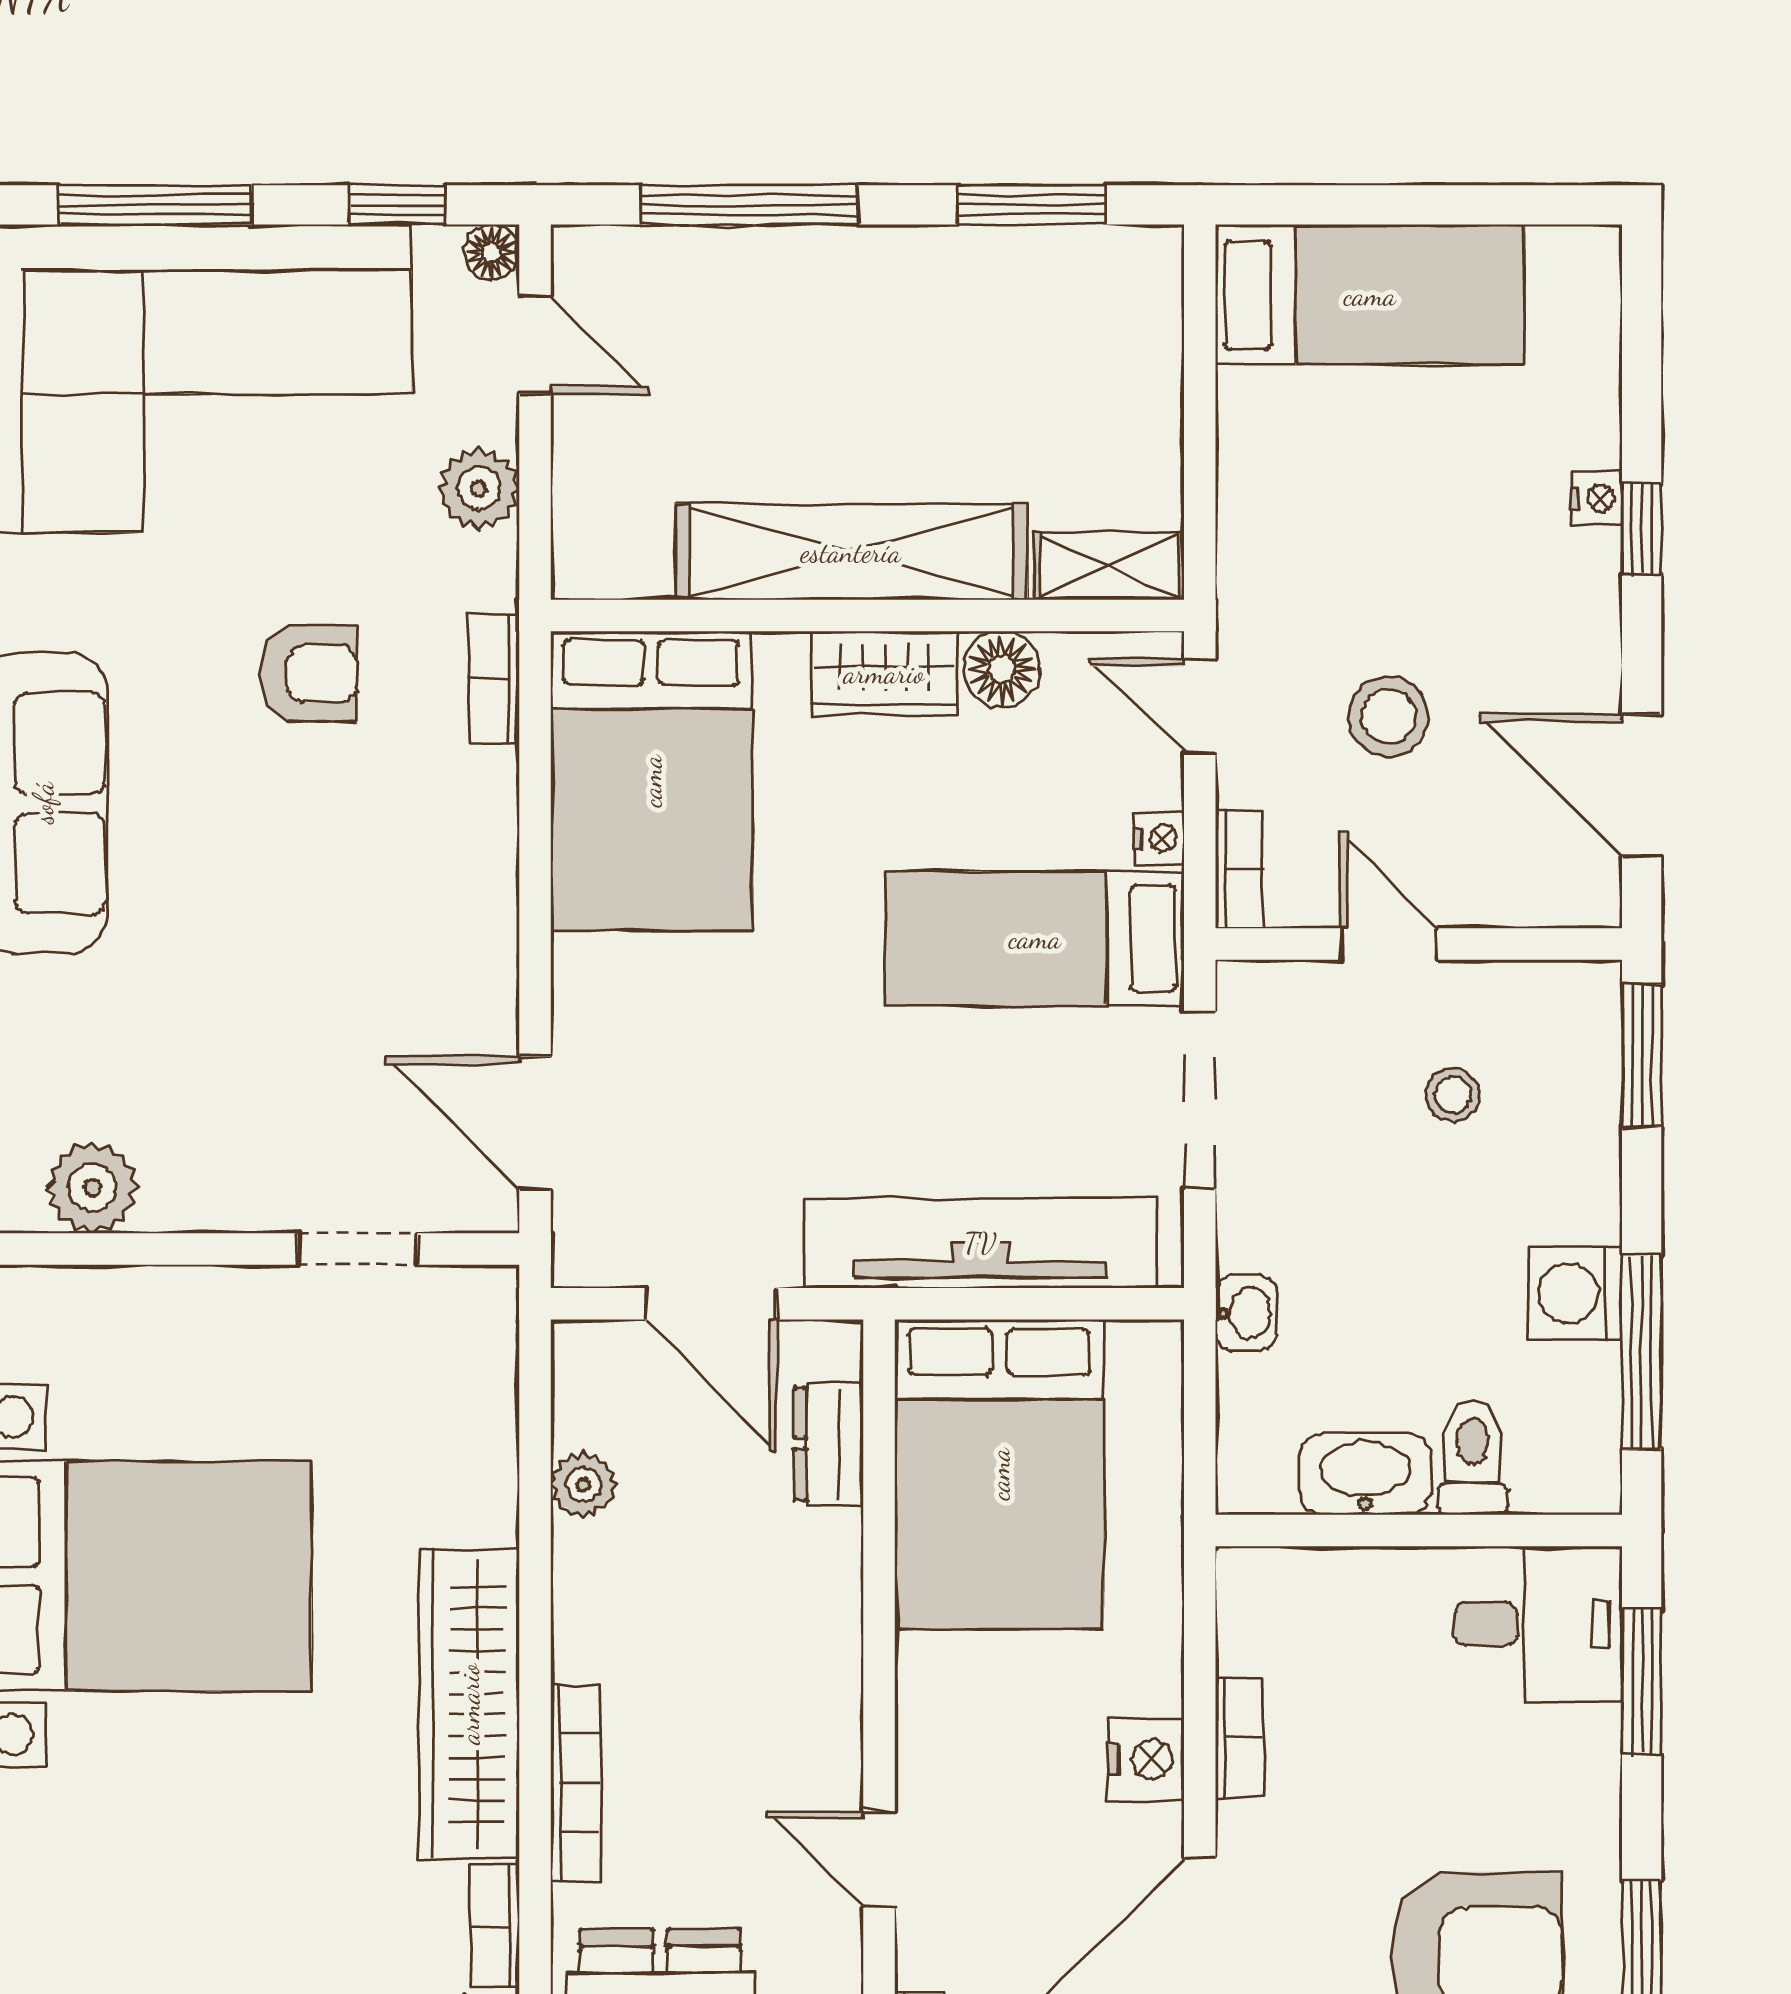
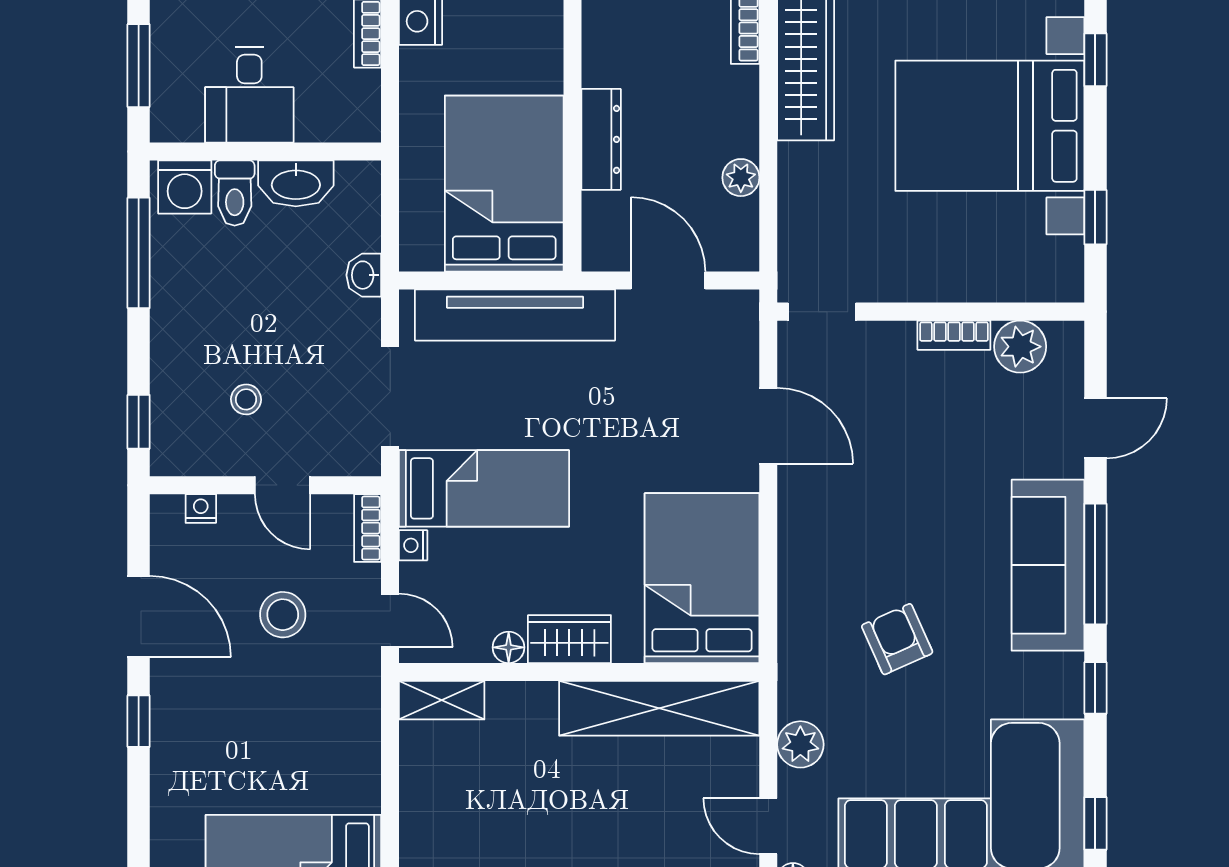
nightstand: (1597, 498) -> (201, 508), moved, turned 90
shelving: (851, 552) -> (659, 708), moved
floor lamp: (1002, 669) -> (509, 647), width x0.73, depth x0.73
armchair: (308, 673) -> (897, 639), turned 66
bookcase: (494, 679) -> (954, 335), moved, turned 90
door: (1642, 786) -> (139, 617), moved
window: (1642, 1056) -> (139, 422), width x0.67
door: (535, 1123) -> (768, 426), moved
doorway: (358, 1249) -> (822, 312), moved
washing machine: (1575, 1294) -> (185, 187), moved, turned 90
dresser: (829, 1444) -> (601, 139), moved, width x1.44
desk: (1538, 1624) -> (249, 95), moved, turned -90

